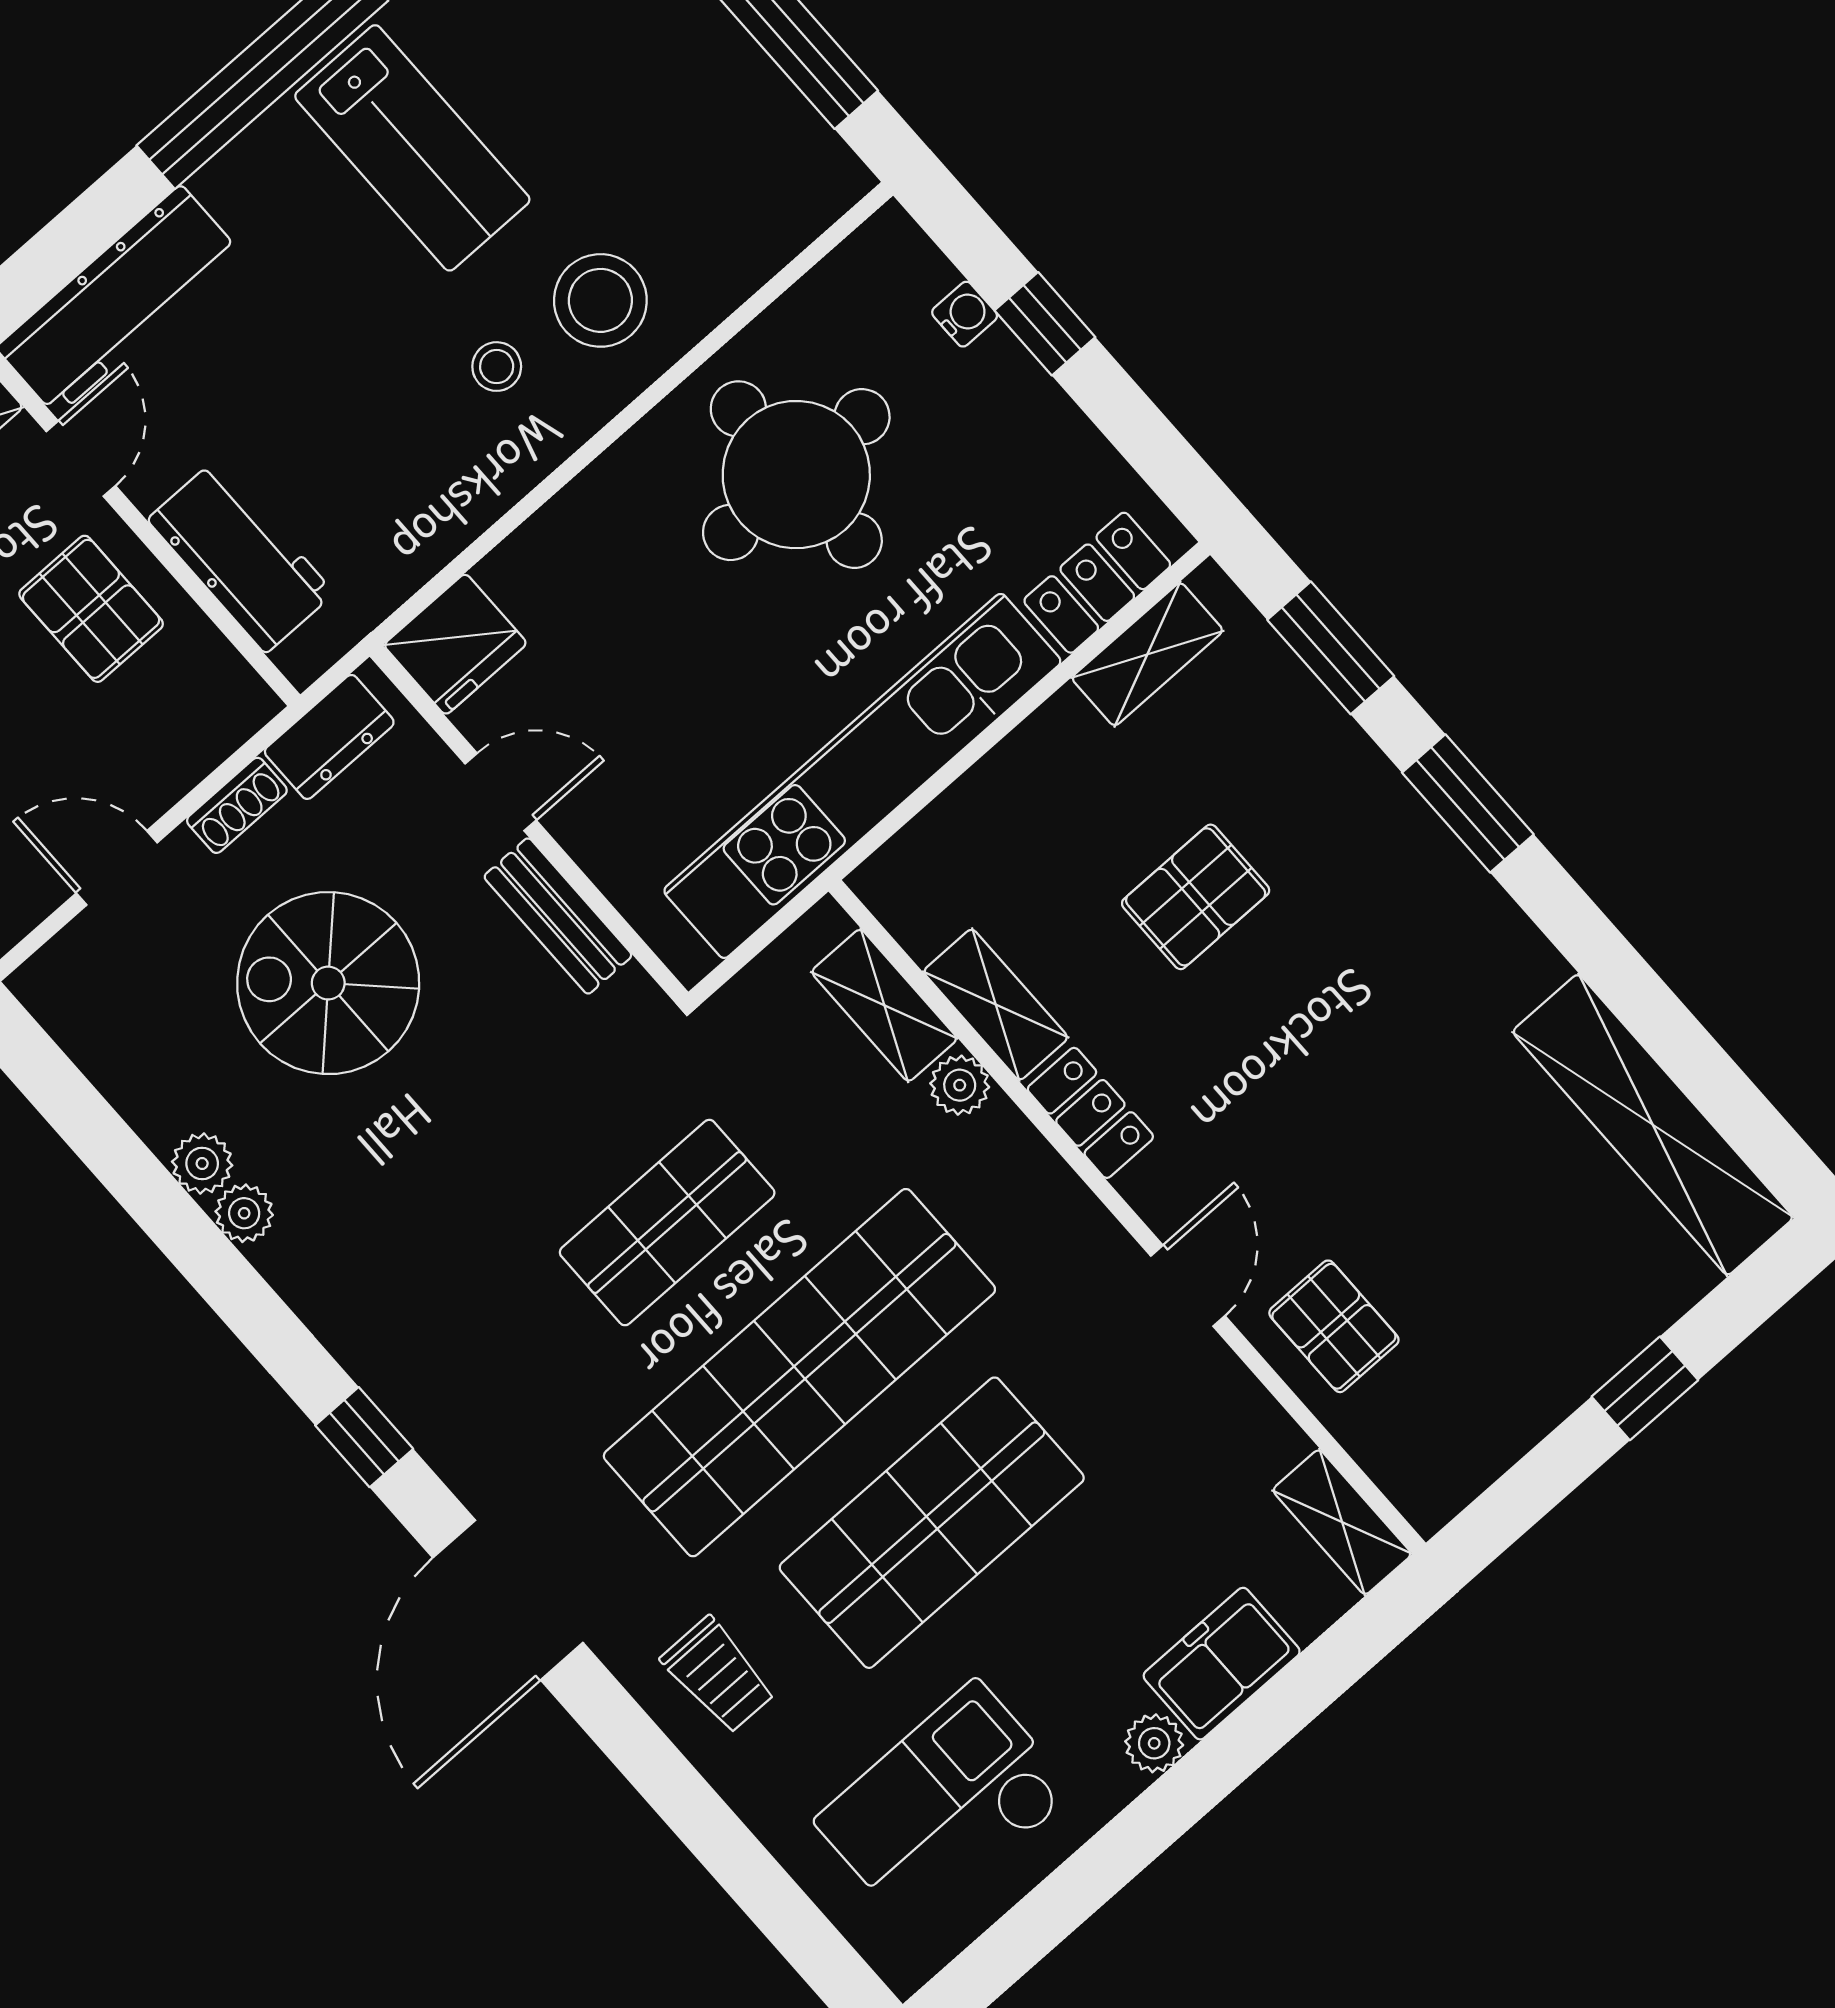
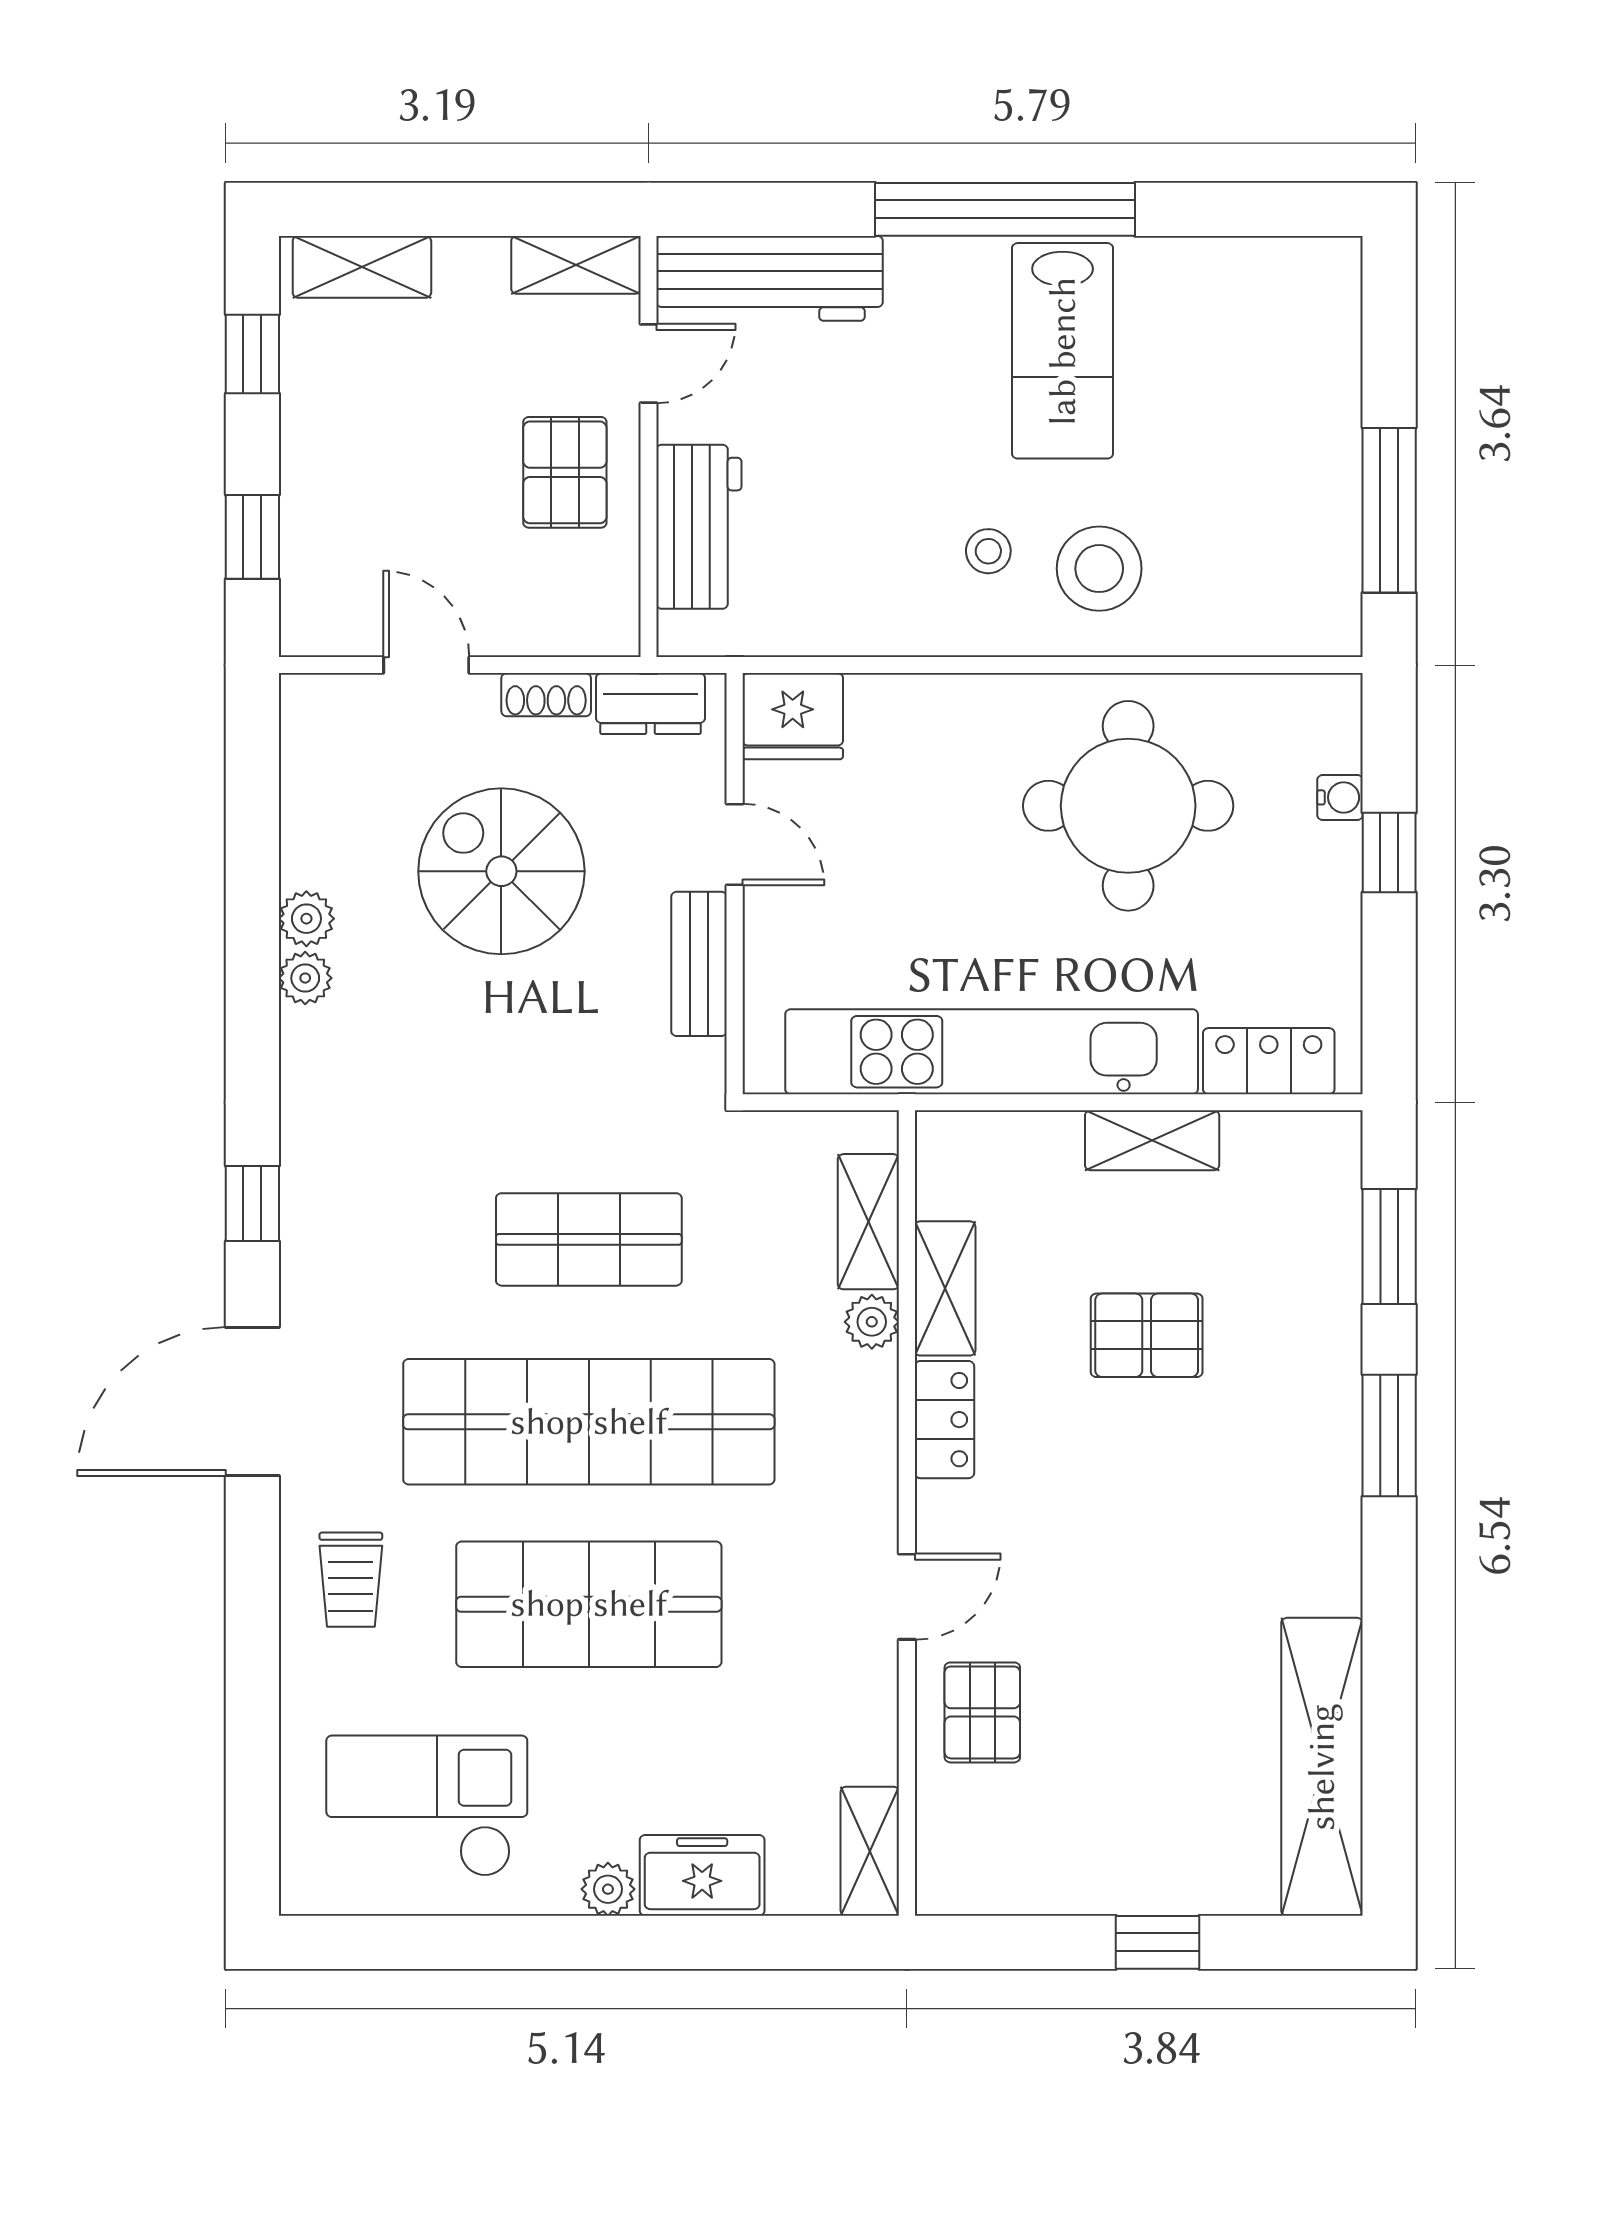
shelving: (1147, 654) -> (1152, 1140), moved

